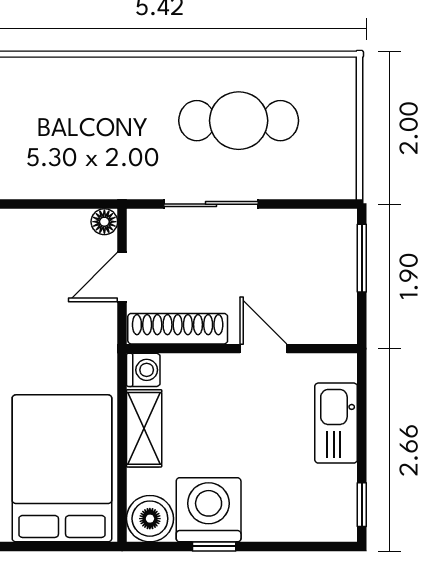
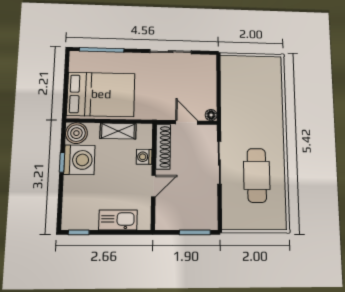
washing machine: (143, 370) -> (144, 157), moved, turned 90

